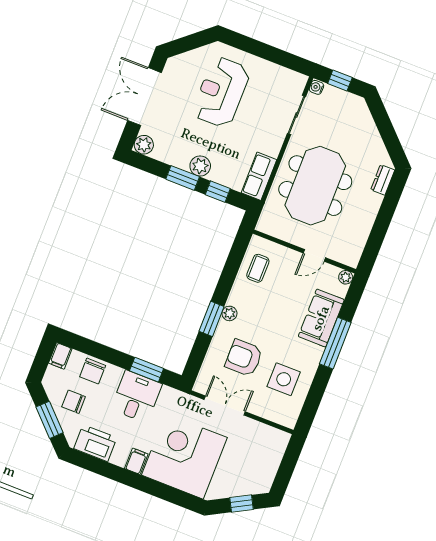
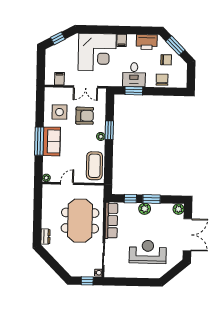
reception desk: (221, 92) -> (148, 252), turned -90
row of seats: (259, 176) -> (111, 221), width x1.48
coffee table: (258, 268) -> (94, 166), width x1.86, depth x1.72
sofa: (321, 318) -> (52, 141), moved
filing cabinet: (60, 356) -> (59, 79), moved

